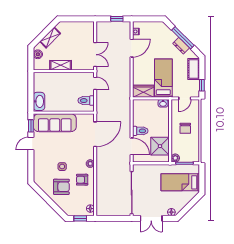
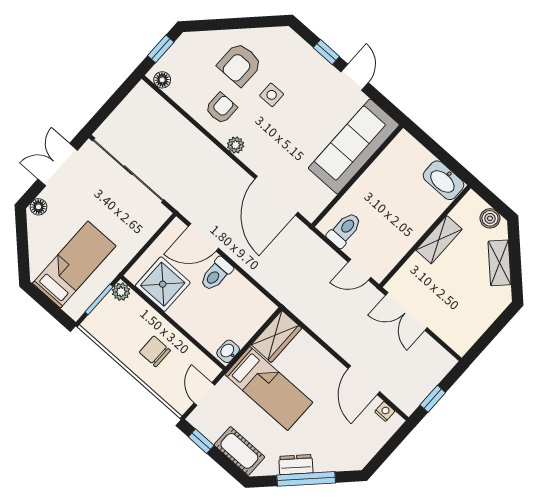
washbasin: (39, 101) -> (444, 180), moved
window: (31, 126) -> (326, 52), moved

